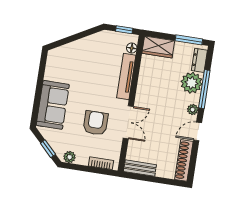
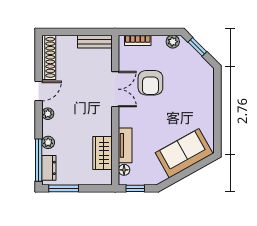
wardrobe: (158, 47) -> (102, 153), moved, turned -90
tv unit: (126, 77) -> (125, 145), width x0.71
plant: (192, 83) -> (48, 142), width x0.53, depth x0.53
window: (204, 89) -> (39, 160), moved
sofa: (53, 105) -> (184, 153), moved, turned 61
double door: (128, 122) -> (115, 89), swing flipped

